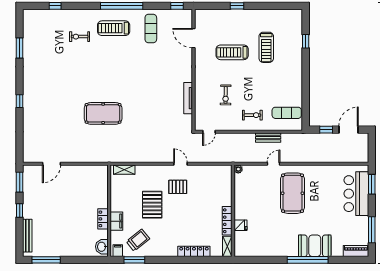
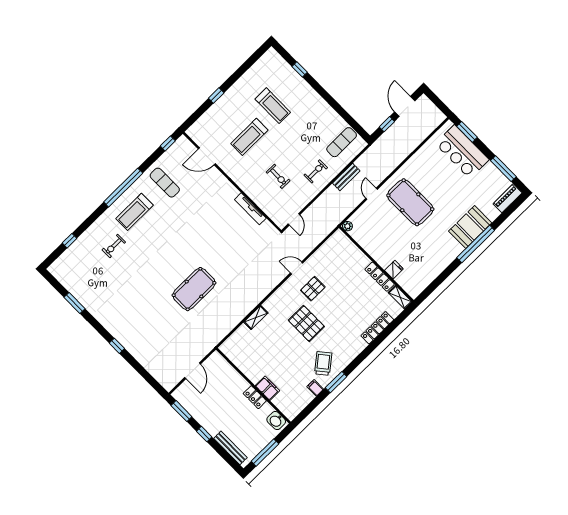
wall: (109, 211) -> (253, 386), moved
locker: (103, 219) -> (255, 397), moved
filing cabinet: (116, 221) -> (267, 388), moved
washbasin: (102, 247) -> (276, 421), moved

